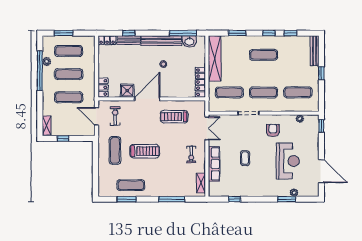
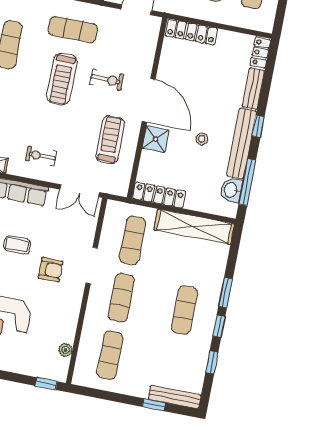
window: (129, 33) -> (258, 126), moved
window: (237, 33) -> (226, 293), moved
window: (321, 73) -> (154, 405), moved
locker: (103, 87) -> (191, 32), width x1.53
shower: (127, 91) -> (155, 139), moved
exercise bike: (115, 116) -> (107, 80), moved
armchair: (273, 130) -> (51, 270), moved

